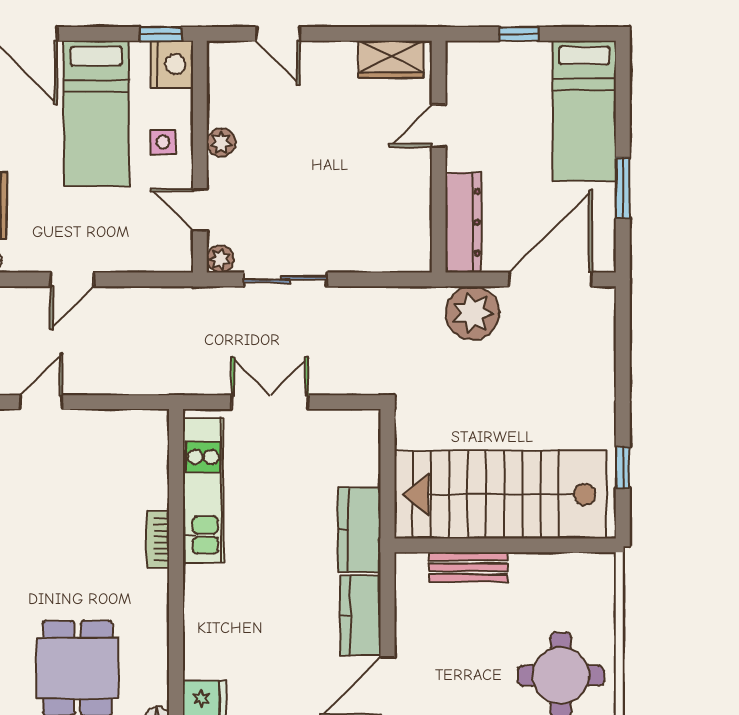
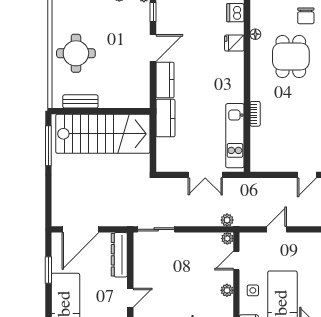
door: (200, 210) -> (236, 260), swing flipped
door: (72, 279) -> (277, 229), moved
sliding door: (285, 279) -> (156, 229), moved
plant: (473, 313) -> (227, 220), moved, width x0.53, depth x0.53
window: (623, 467) -> (48, 146), width x2.17
bench: (468, 567) -> (80, 101), moved

